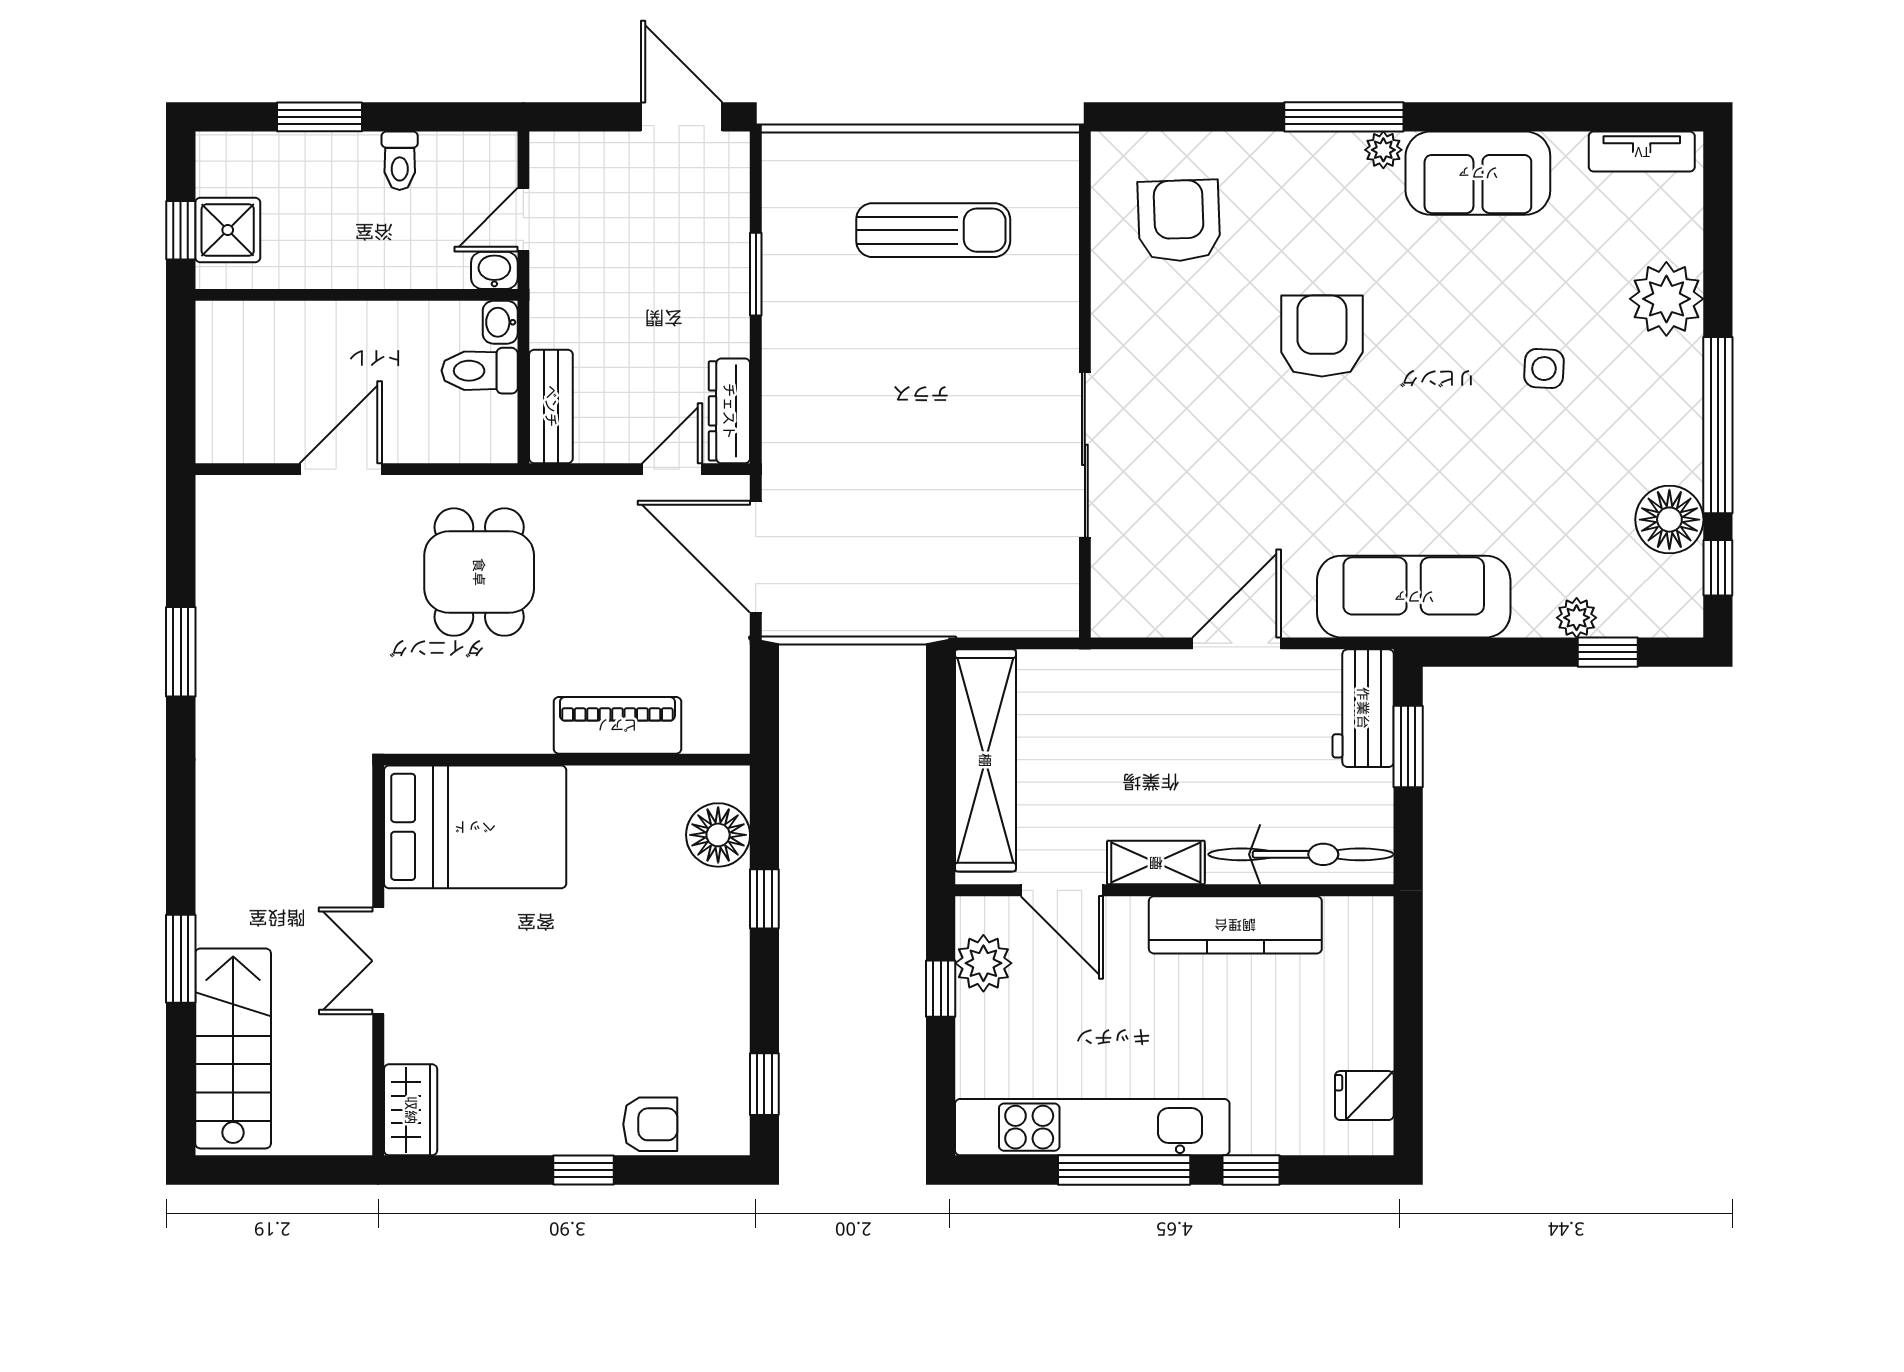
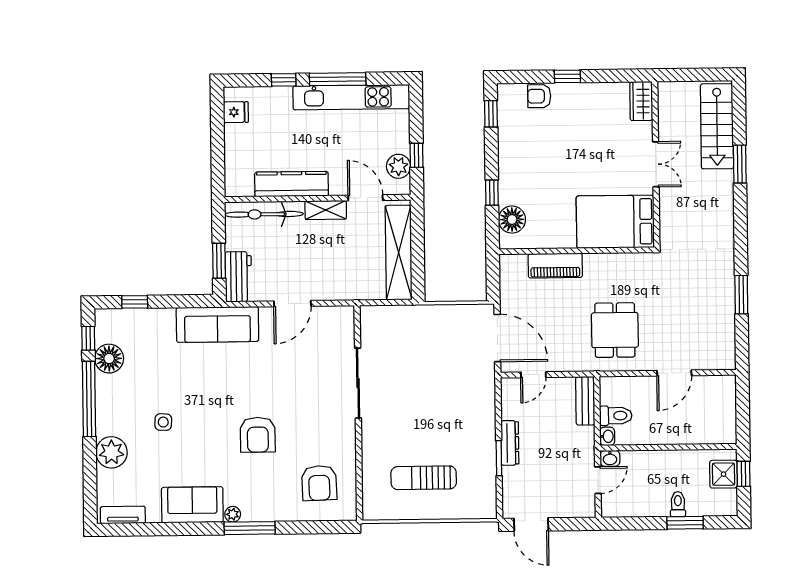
toilet: (400, 161) -> (678, 504), moved
dresser: (729, 411) -> (510, 443), moved
plant: (1577, 618) -> (148, 316), removed

